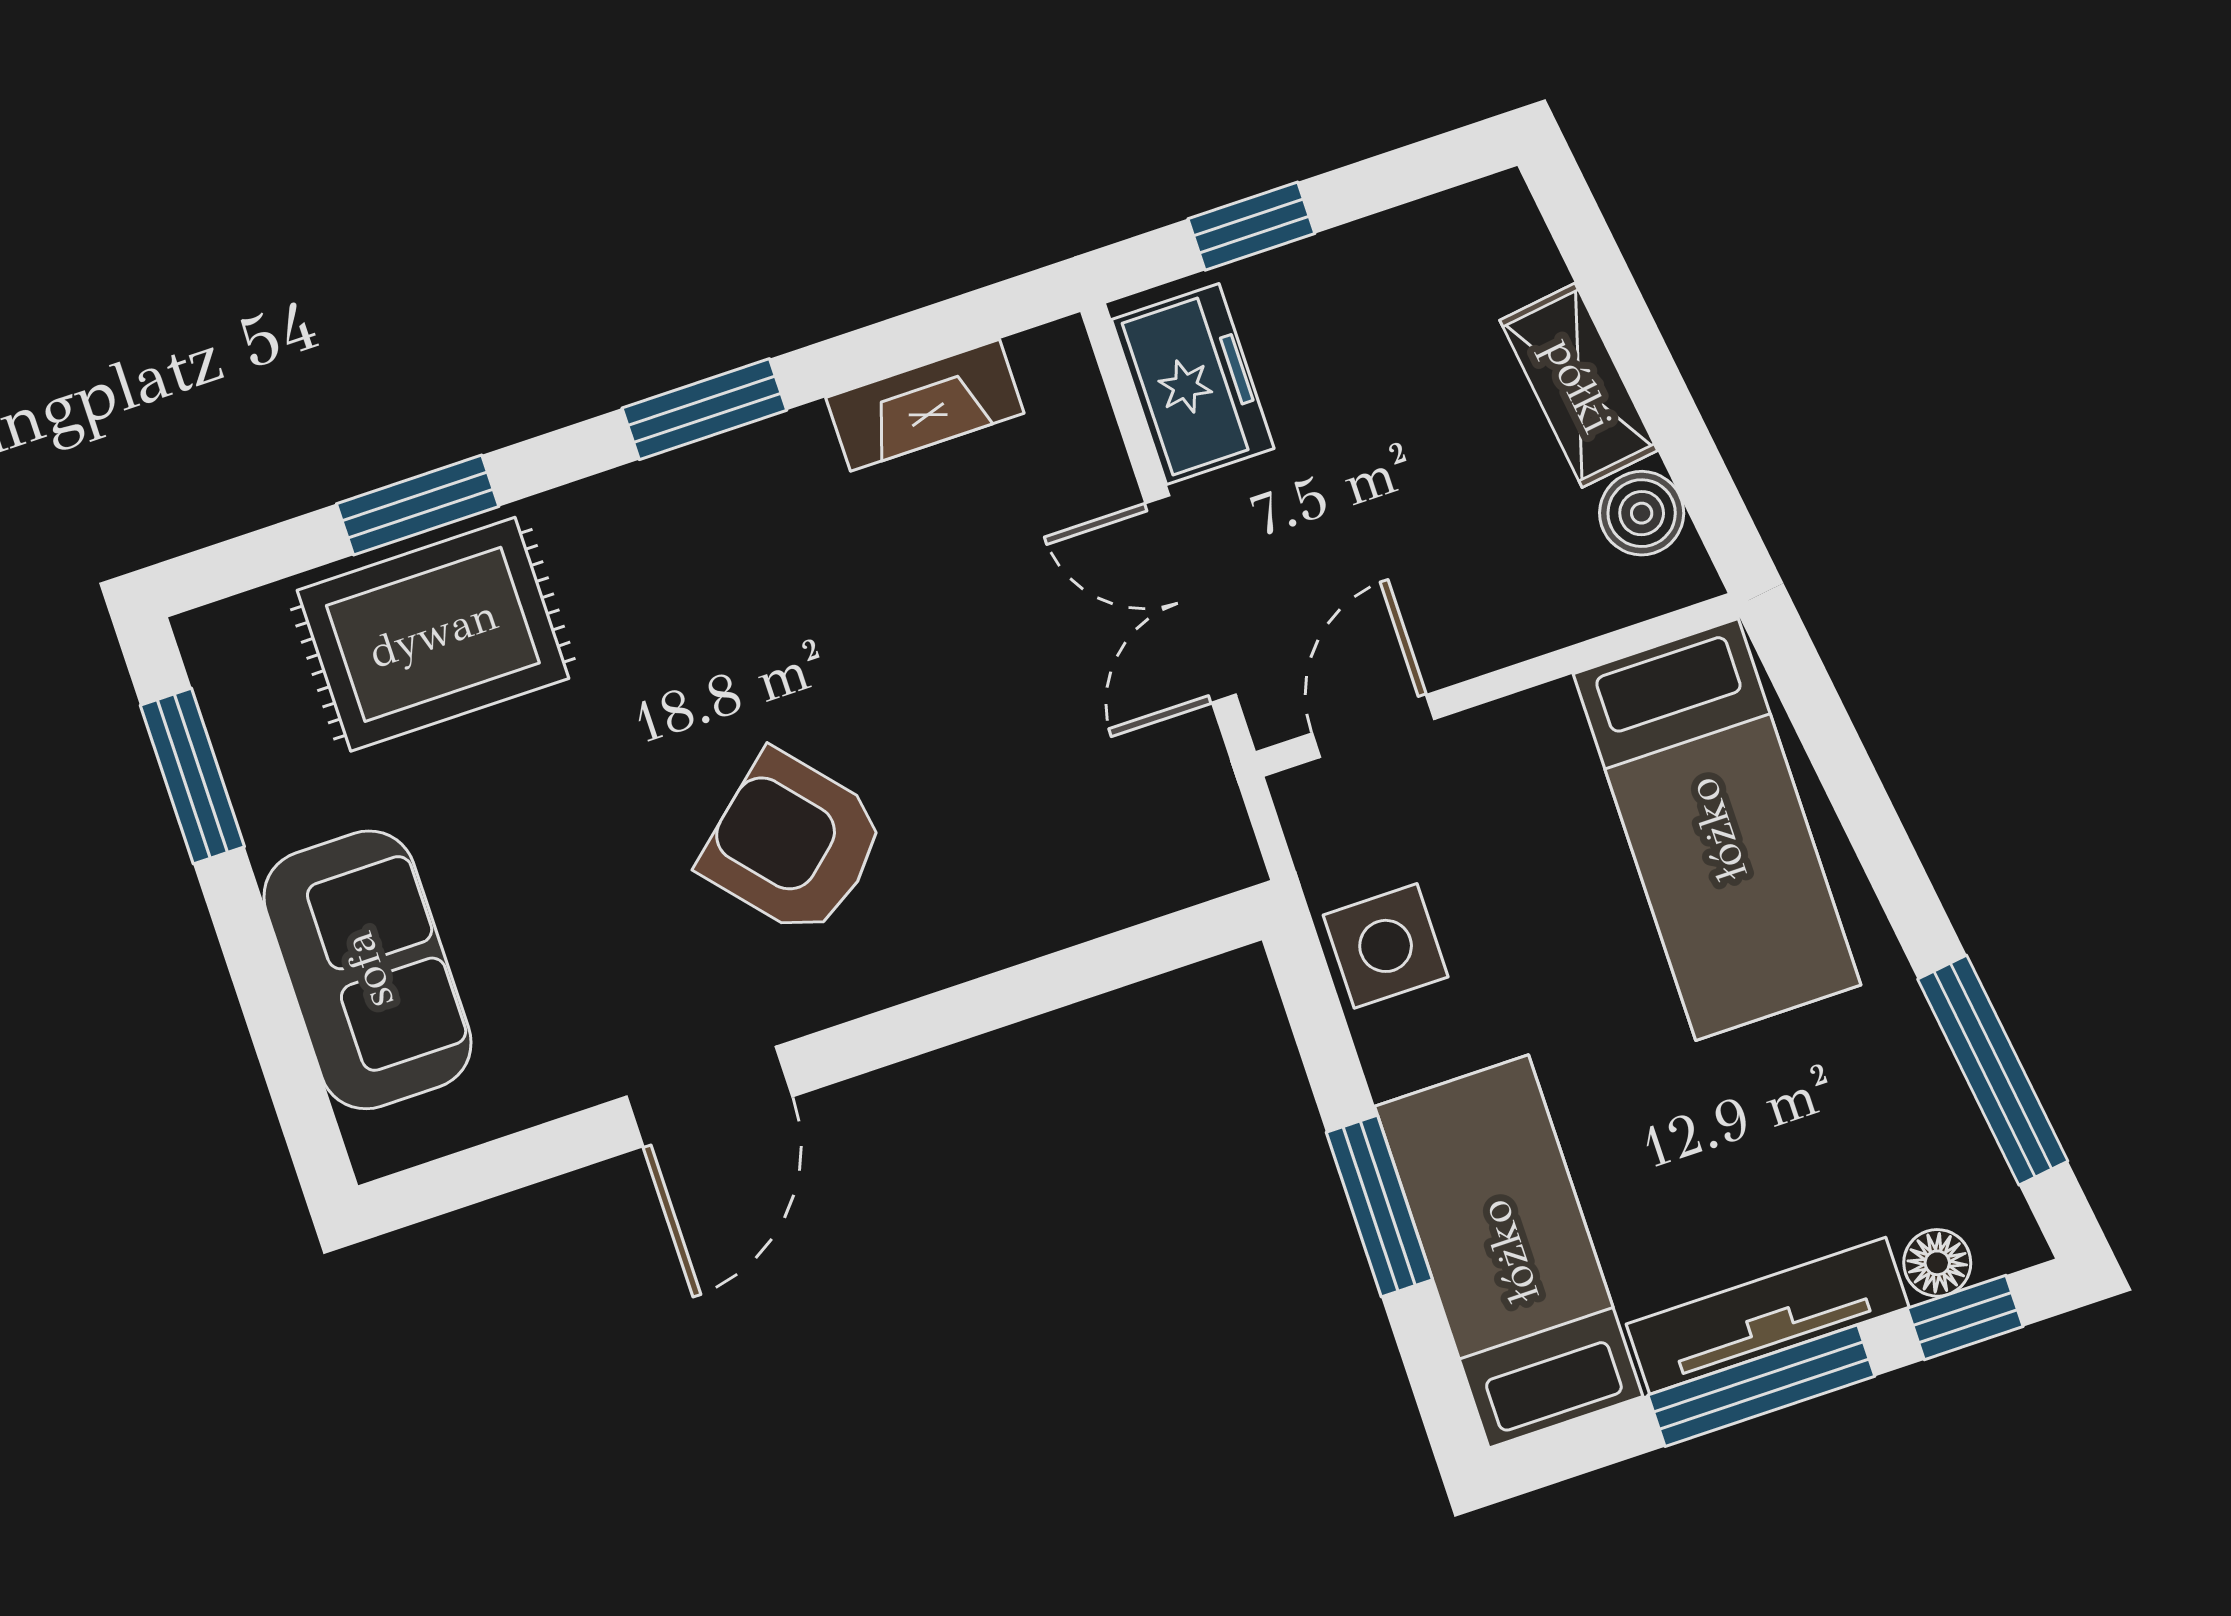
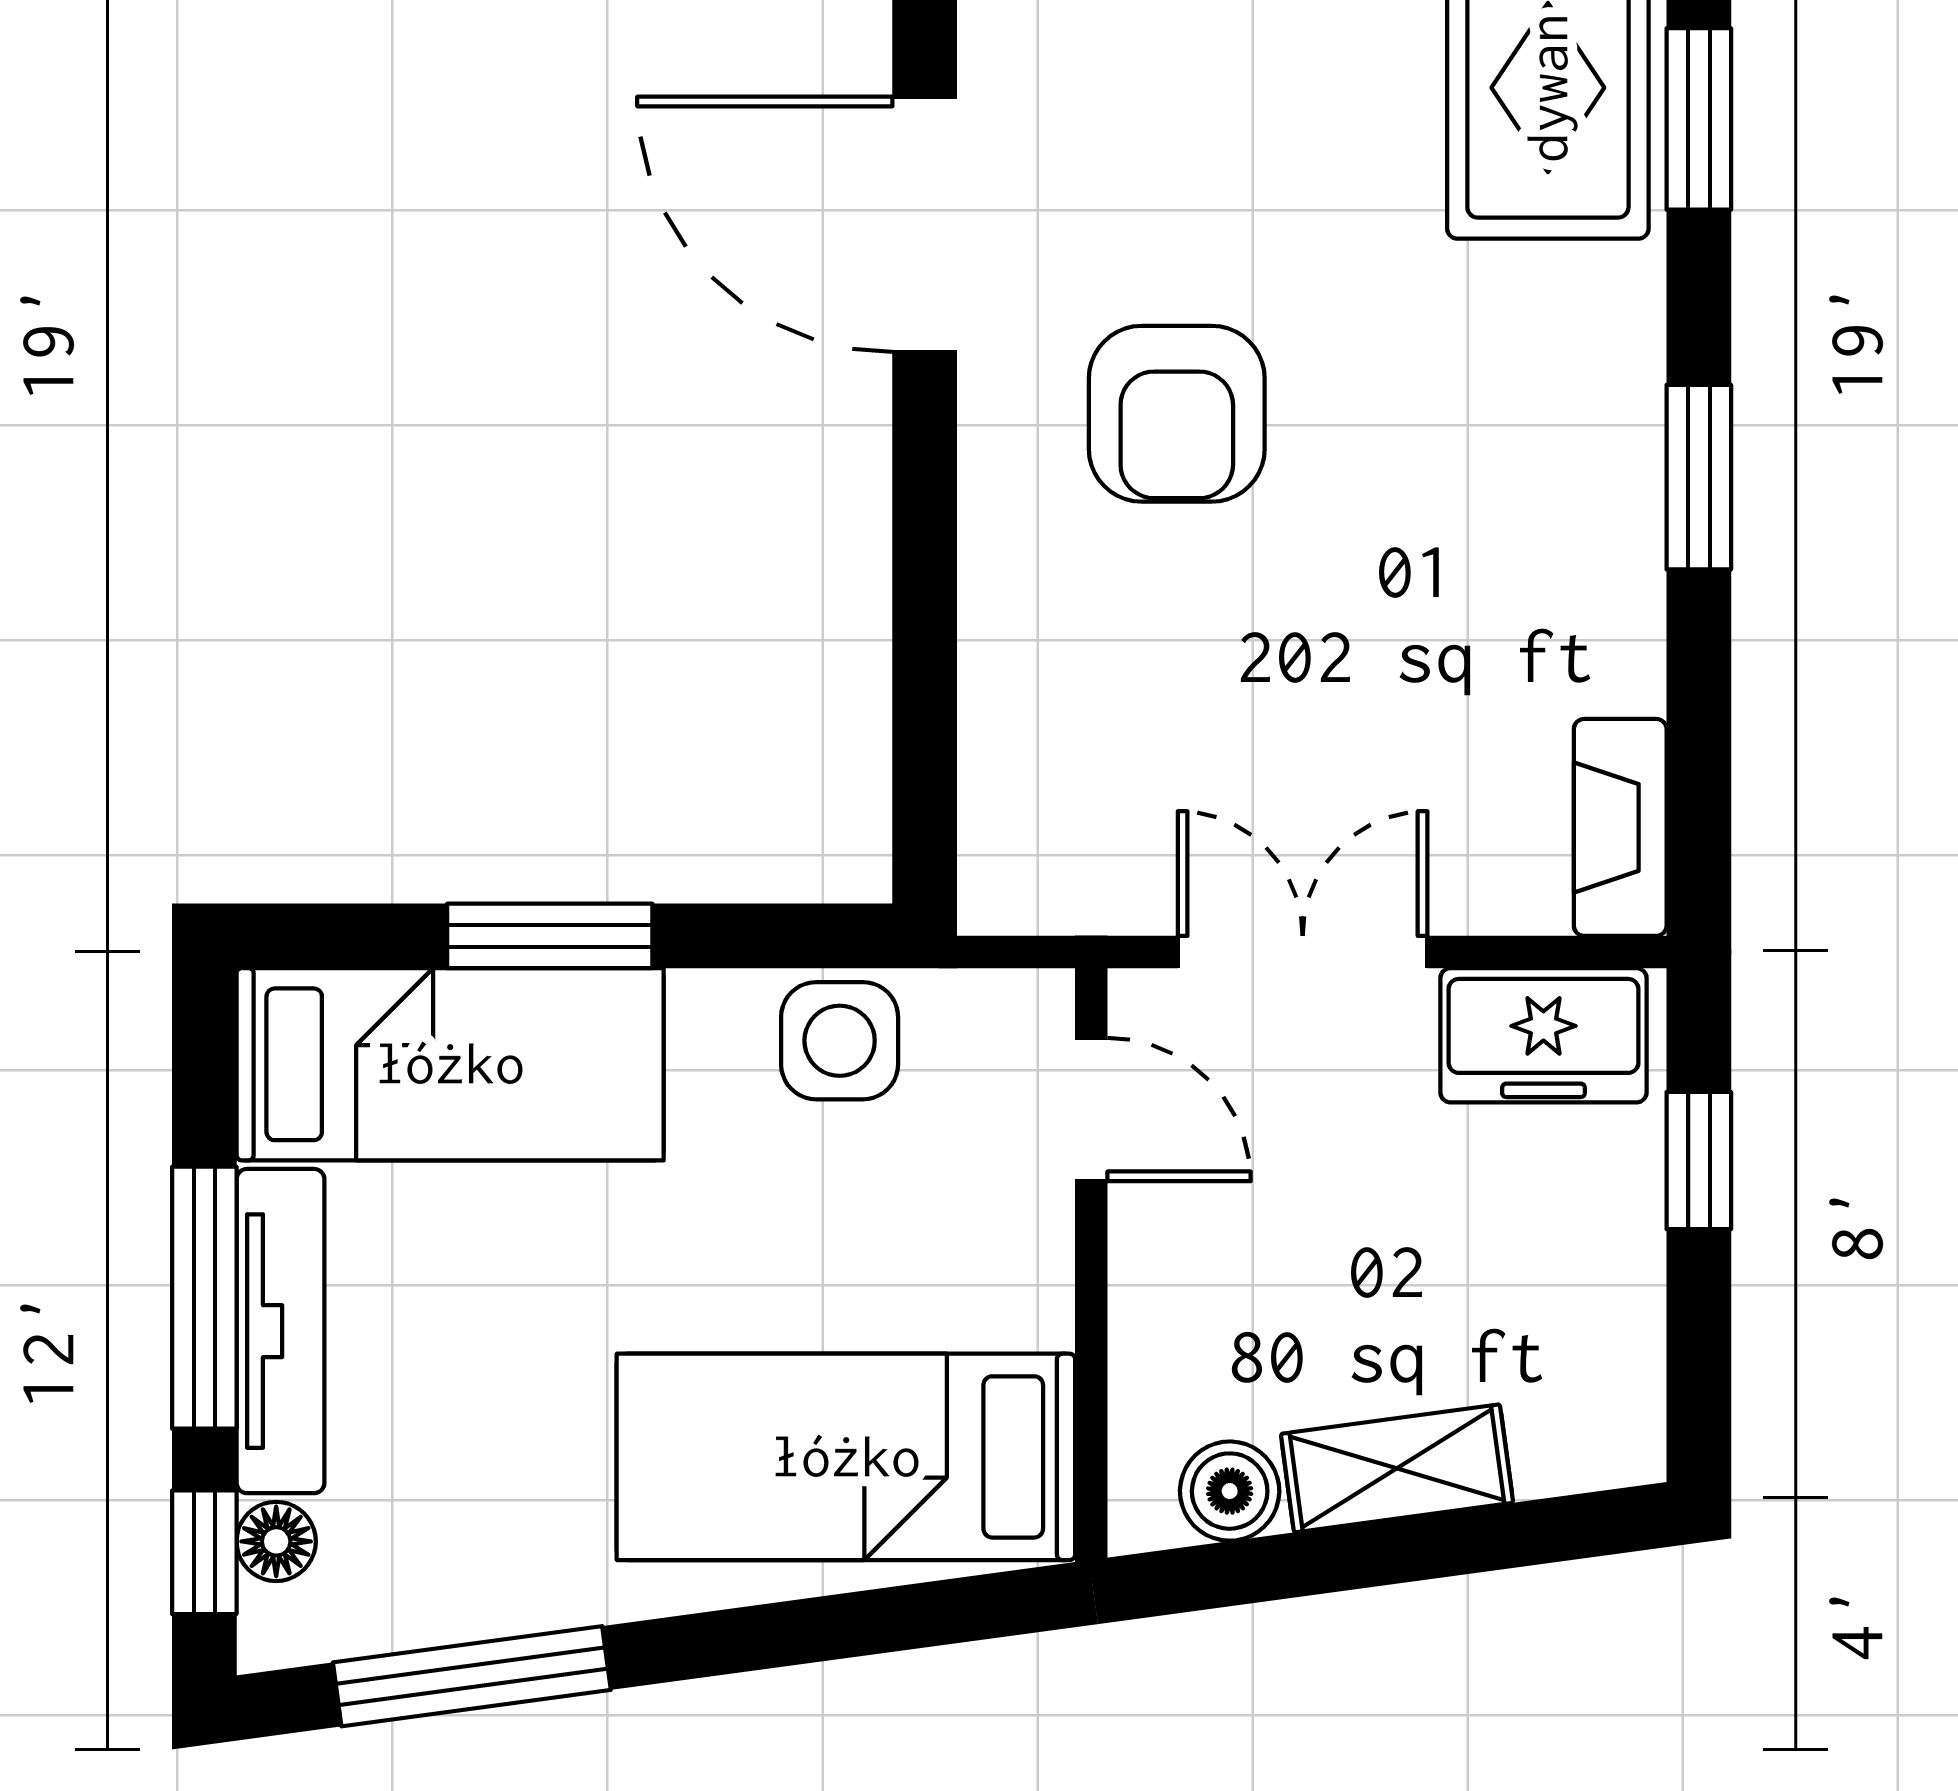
fireplace: (925, 405) -> (1620, 827), moved
armchair: (793, 844) -> (1177, 414), turned 131
door: (709, 1096) -> (925, 224), width x1.36

